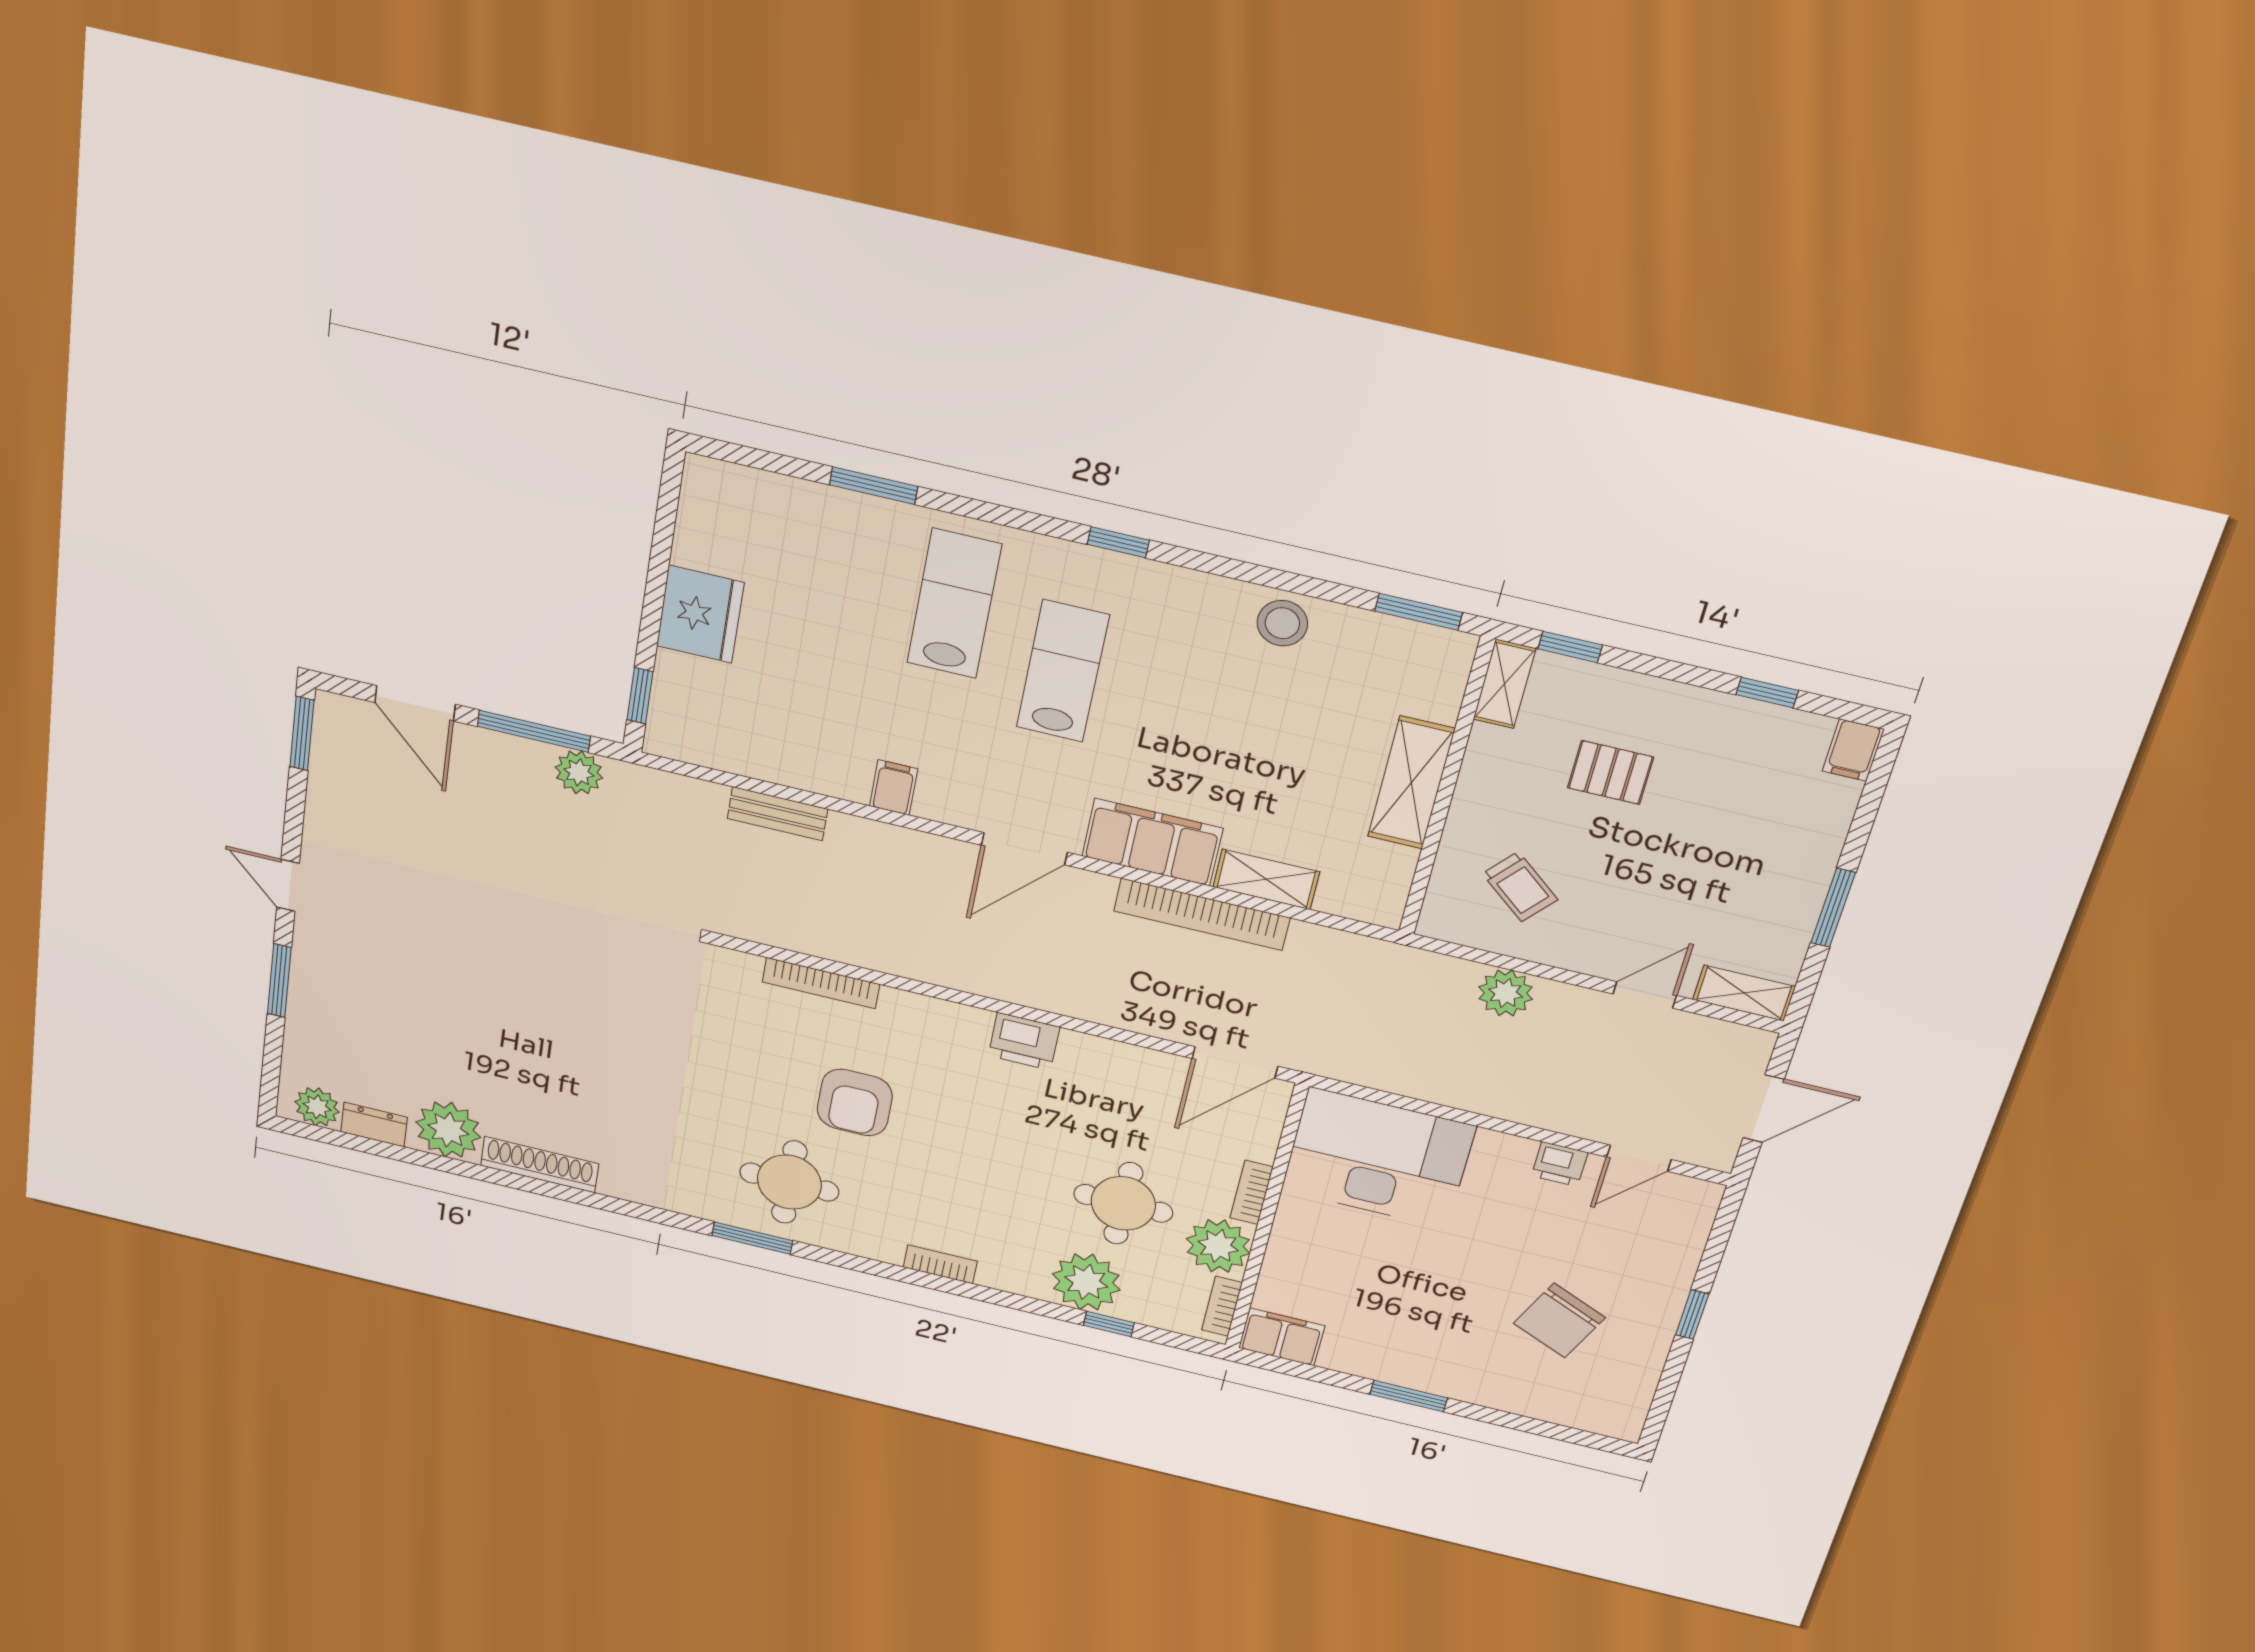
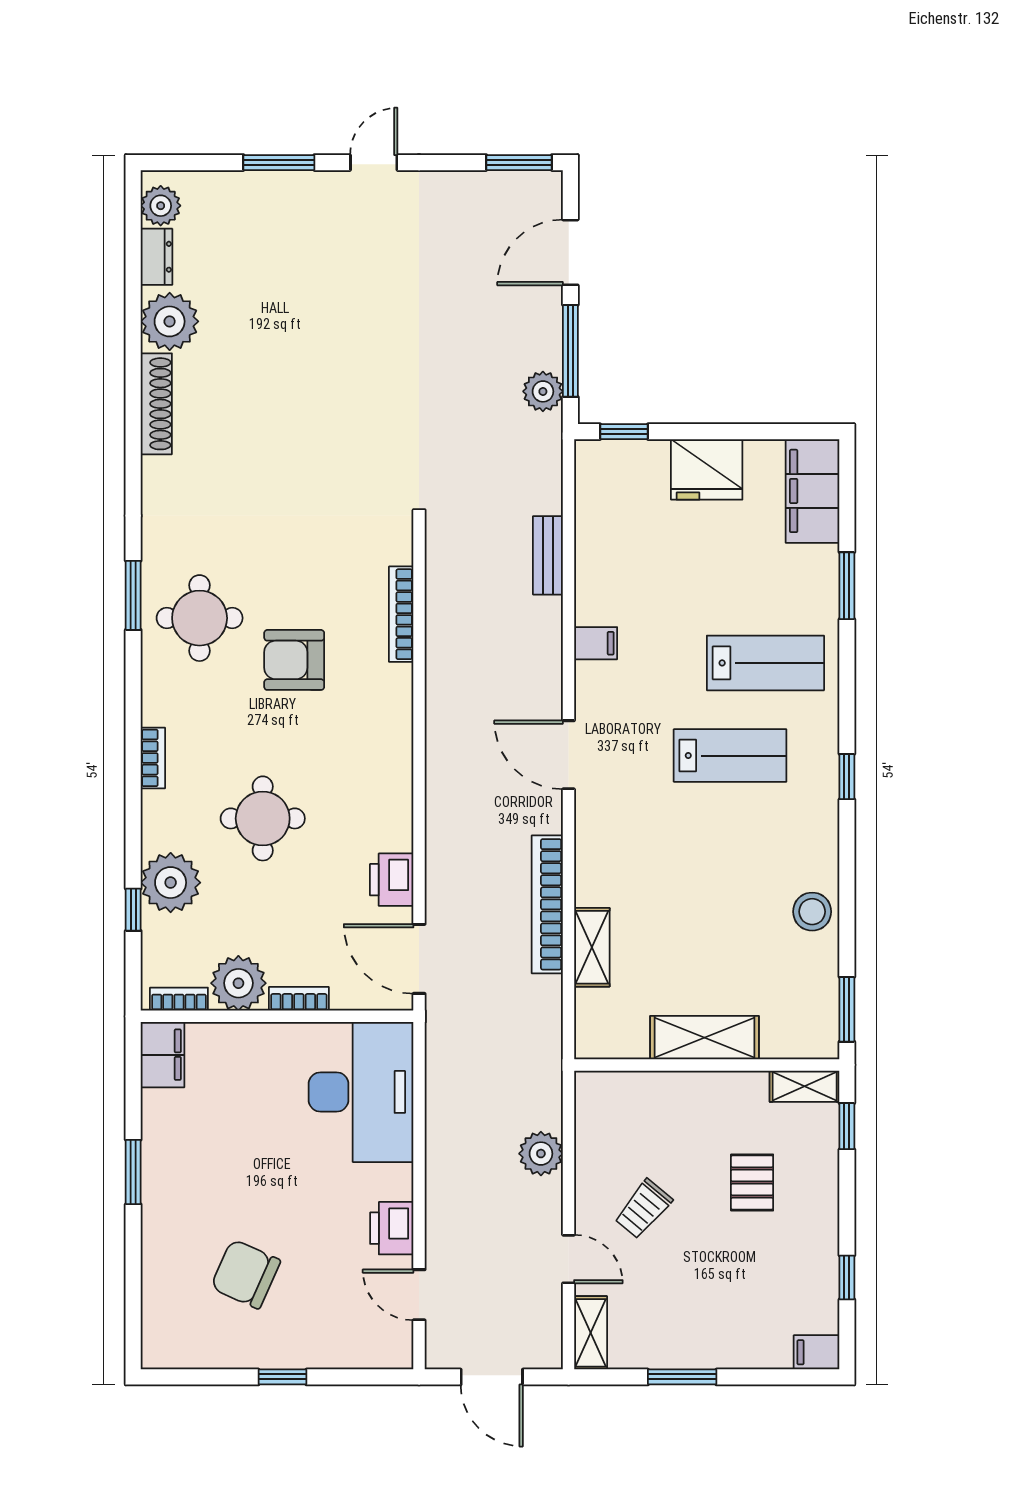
filing cabinet: (1152, 842) -> (812, 491), moved, turned 180
trolley: (1520, 887) -> (643, 1209), moved
printer: (1024, 1041) -> (392, 880), moved
printer: (1560, 1164) -> (392, 1228), width x1.36, depth x1.24
round table: (1123, 1203) -> (263, 818), moved

